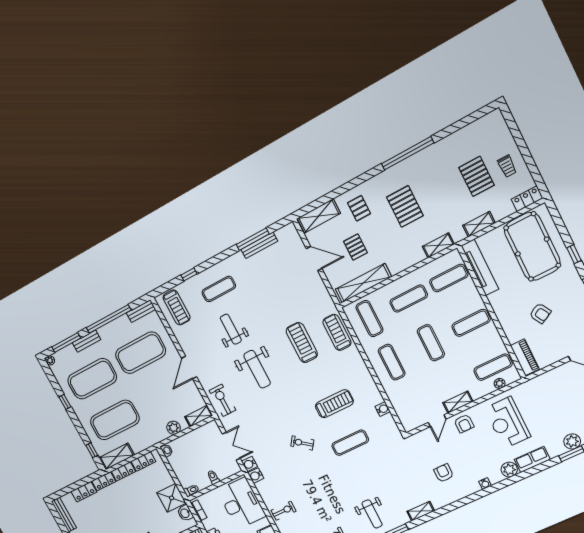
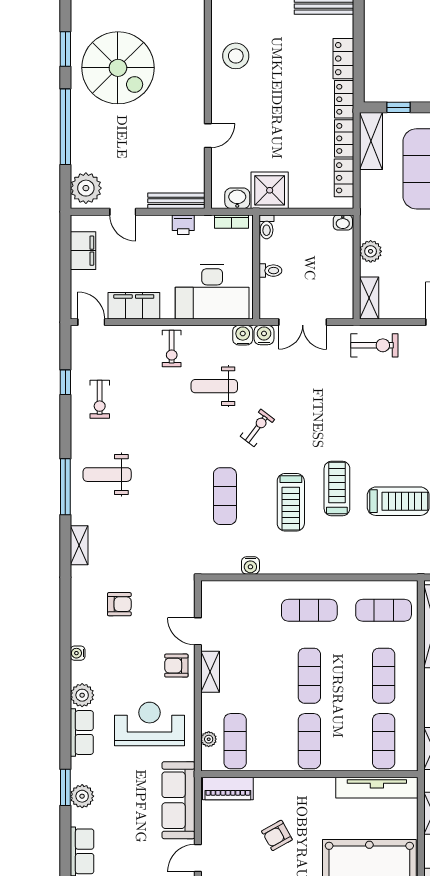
treadmill: (337, 332) -> (337, 489), moved, turned -90
exercise mat: (431, 343) -> (309, 676), turned 90
weight bench: (257, 369) -> (214, 386), moved, width x0.73, depth x0.75
sofa: (547, 383) -> (178, 800), added

